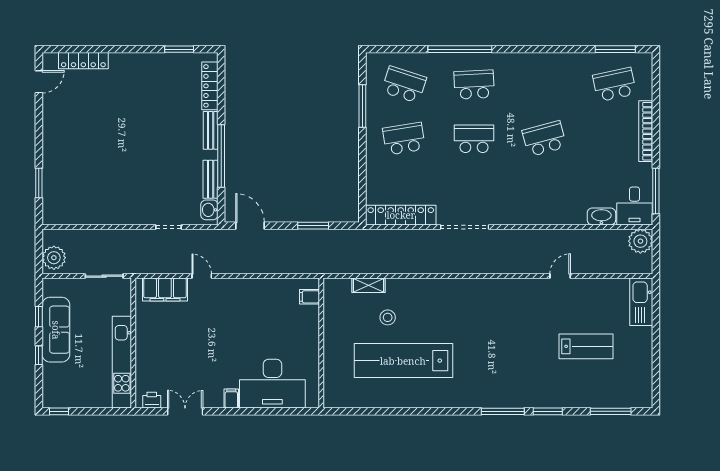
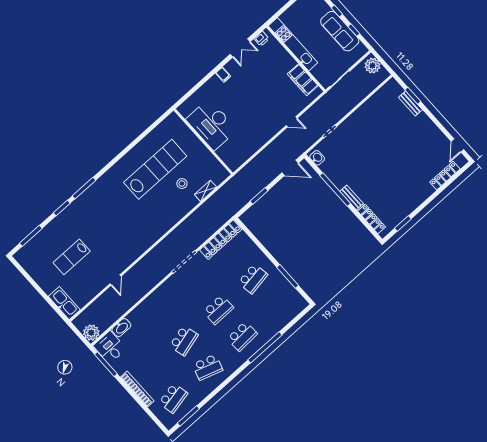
school desk: (404, 85) -> (208, 367), moved
bench: (211, 179) -> (410, 104), moved
filing cabinet: (165, 290) -> (303, 80), moved, turned -90
filing cabinet: (309, 297) -> (229, 159), removed
desk: (272, 384) -> (211, 125), moved, turned -90

